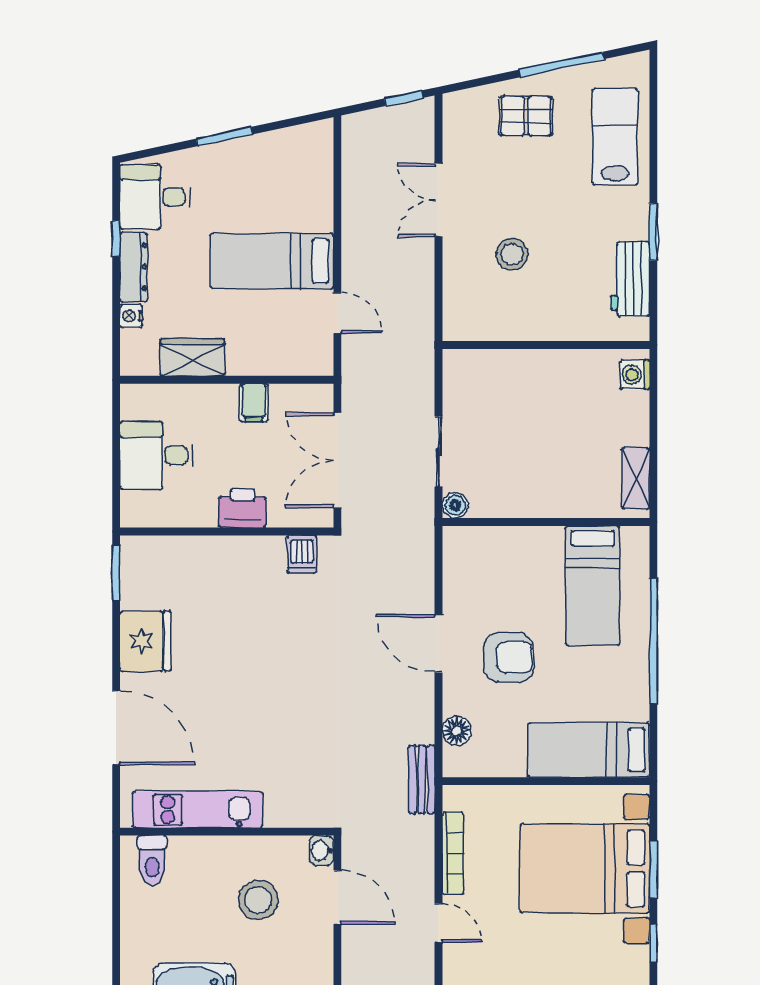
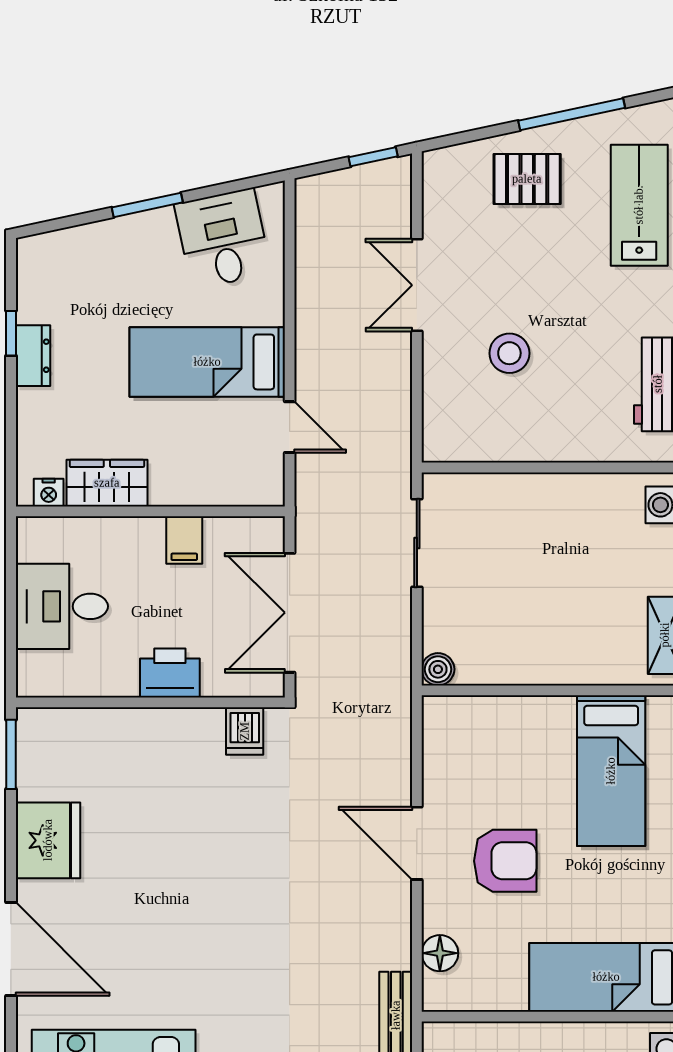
desk: (155, 197) -> (223, 239), moved, turned 78
dresser: (134, 267) -> (33, 356), width x0.70
nightstand: (131, 316) -> (49, 493), moved, turned -90
sliding door: (438, 452) -> (417, 543), moved

